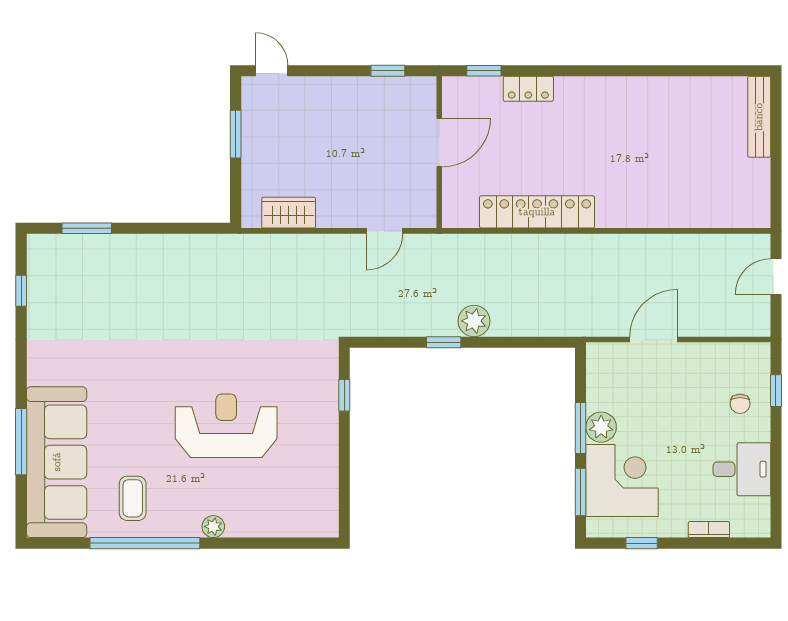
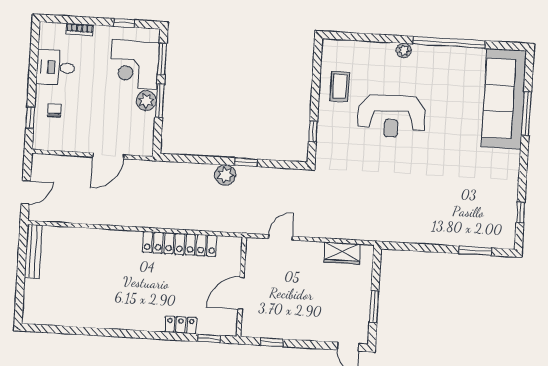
bench: (759, 117) -> (33, 251), moved
coffee table: (133, 498) -> (340, 86), moved

